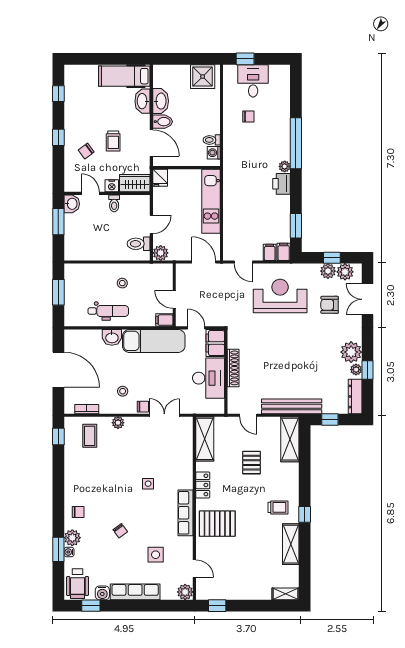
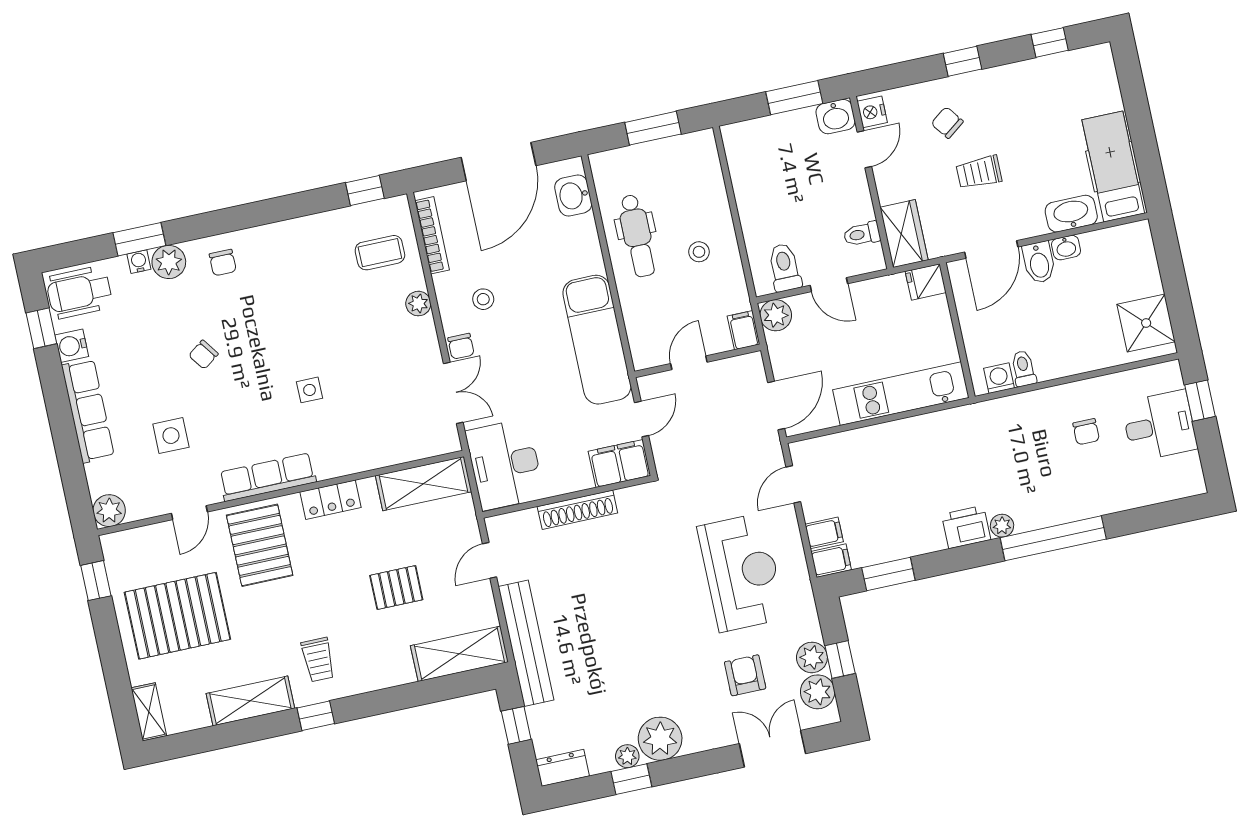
washbasin: (161, 101) -> (1066, 248), width x0.52, depth x0.69
nightstand: (112, 186) -> (872, 112), moved
toilet: (114, 203) -> (862, 234), moved
filing cabinet: (164, 320) -> (744, 330), moved
washbasin: (112, 337) -> (573, 195), moved
desk: (209, 378) -> (505, 464), moved, turned 90
dresser: (355, 396) -> (562, 768), width x0.70
bookcase: (87, 409) -> (432, 235), width x1.56
door: (194, 569) -> (189, 513), moved
pallet: (242, 570) -> (177, 616), added

